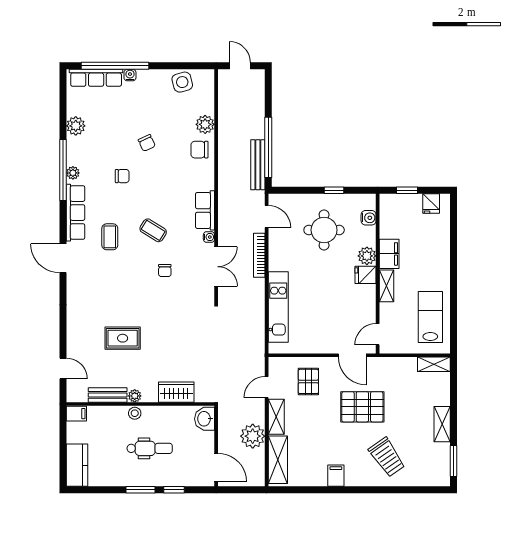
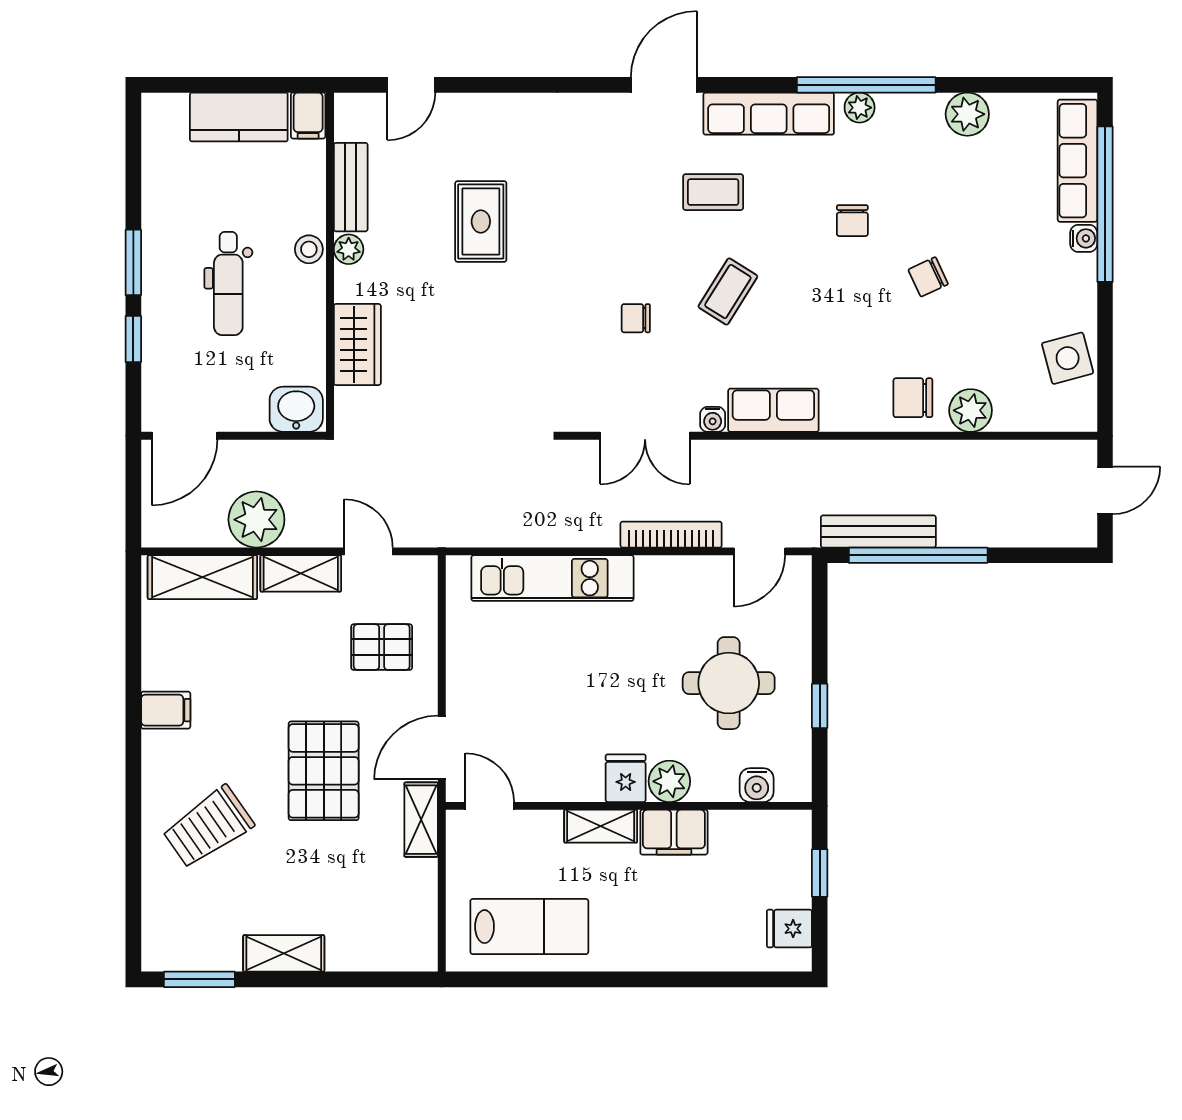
chair: (200, 150) -> (913, 398), turned -90
shelving: (434, 364) -> (421, 820), moved
kitchen counter: (77, 465) -> (239, 117), moved

